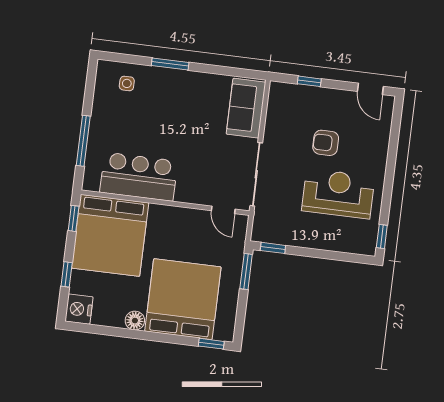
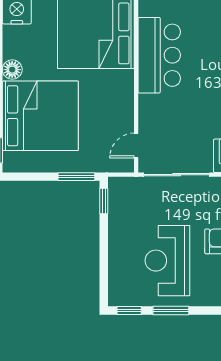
reception desk: (338, 194) -> (167, 261), turned 180
window: (387, 196) -> (171, 310), added

